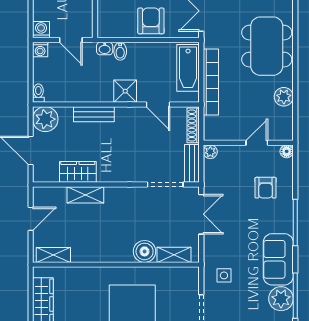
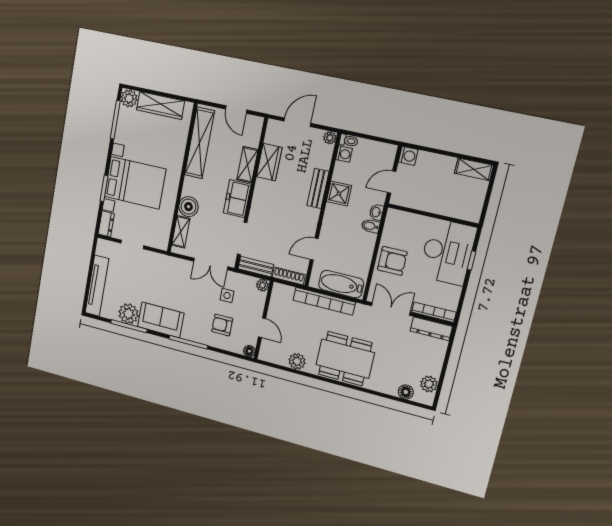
washing machine: (40, 50) -> (344, 154), moved, turned 180
shower: (125, 91) -> (339, 193), moved
plant: (45, 119) -> (330, 138), width x0.53, depth x0.53
freezer: (124, 199) -> (237, 199), added
shelving: (53, 255) -> (199, 143), width x2.20, depth x1.33
side table: (224, 275) -> (227, 296), moved

